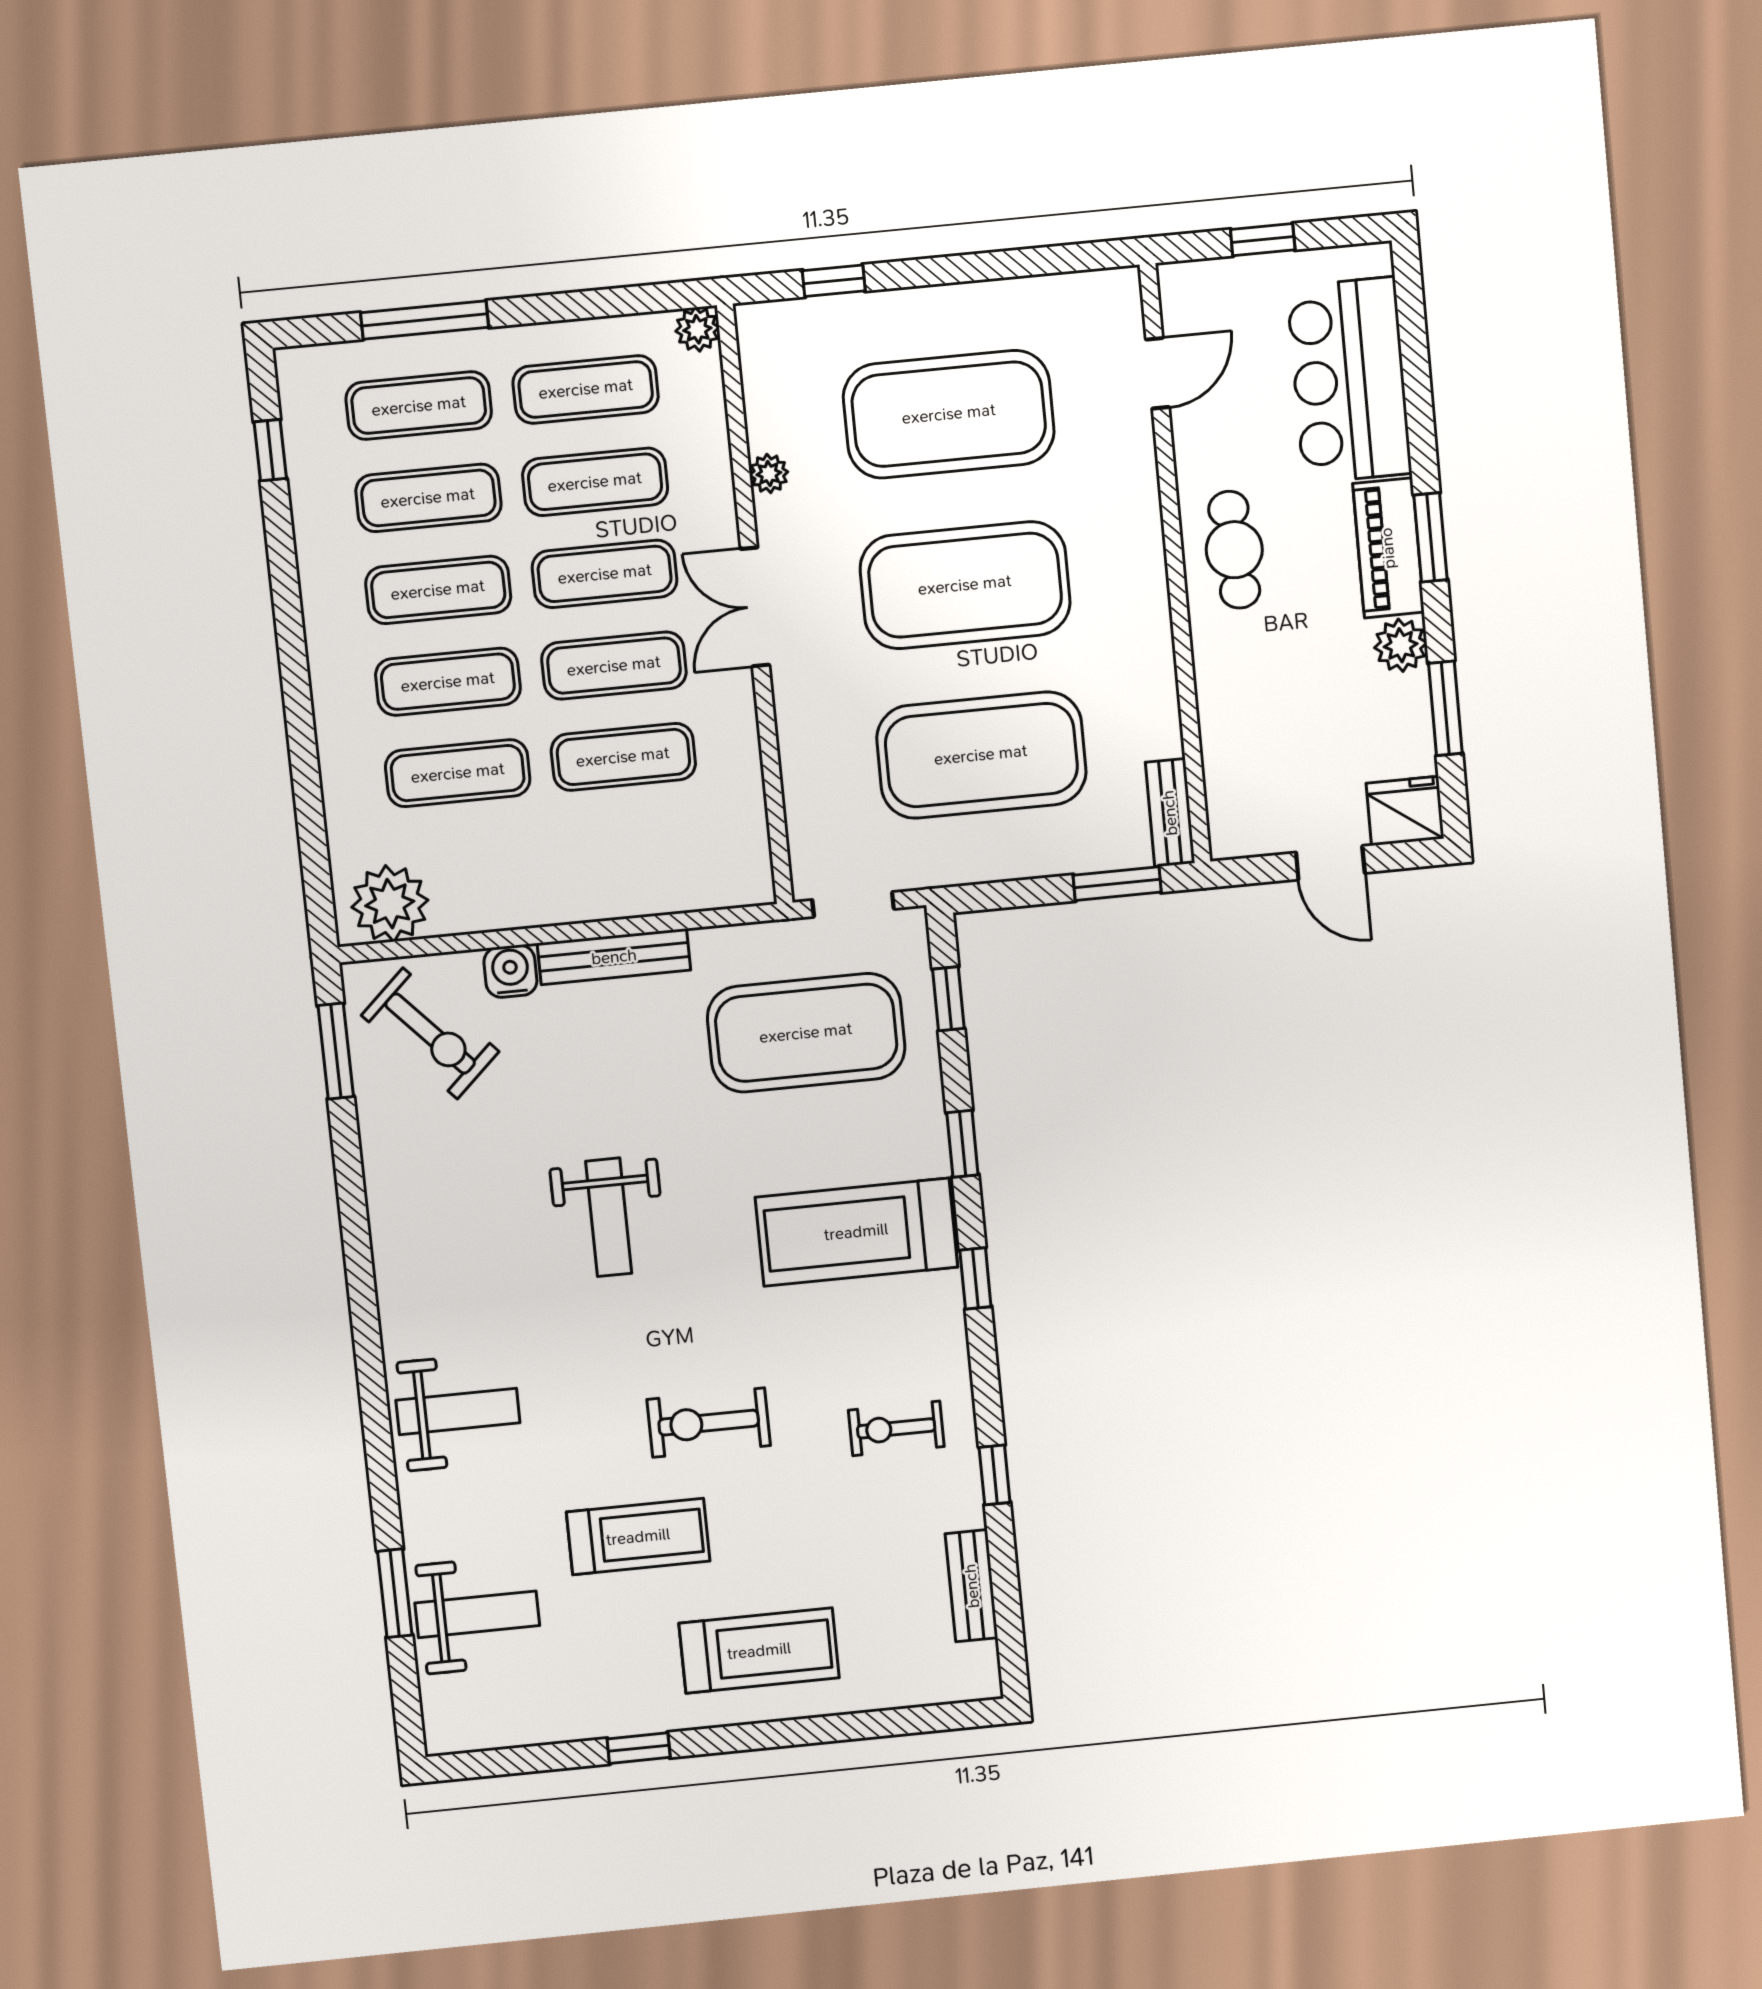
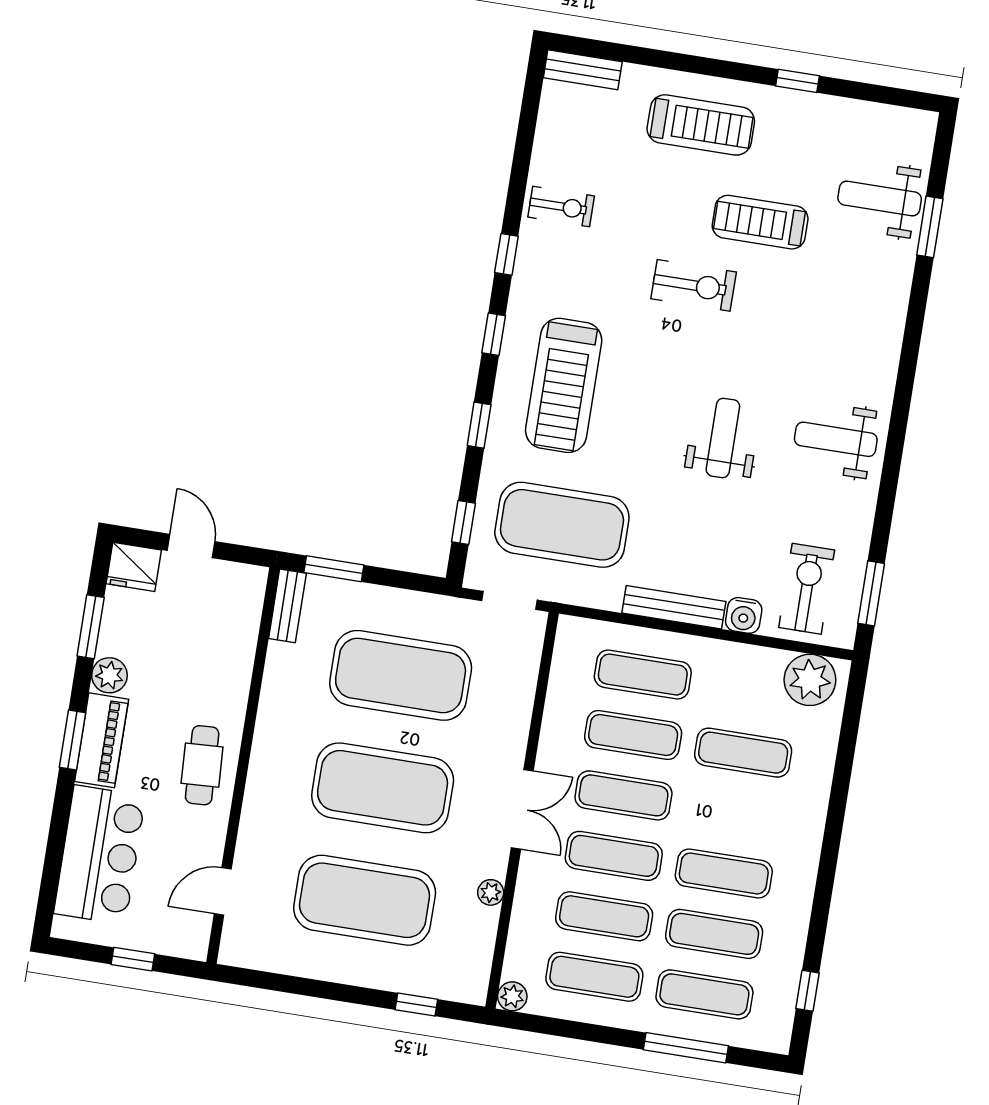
exercise mat: (448, 682) -> (643, 675), moved
exercise bike: (430, 1034) -> (807, 589), turned 43
treadmill: (856, 1232) -> (564, 385), turned 90
weight bench: (458, 1411) -> (836, 439), moved
exercise bike: (896, 1428) -> (561, 207), moved
window: (995, 1475) -> (506, 254), moved
bench: (972, 1586) -> (583, 70), moved, turned 90
treadmill: (759, 1651) -> (701, 125), turned 180

